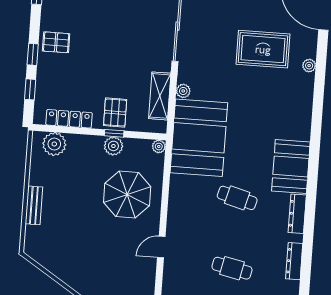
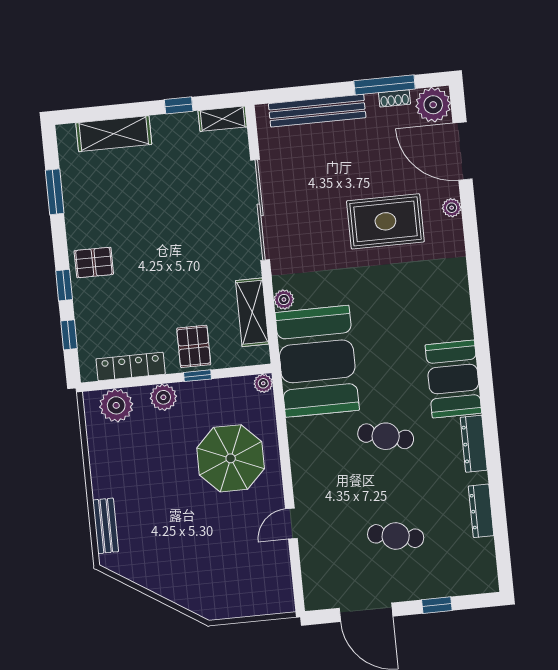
plant: (309, 66) -> (452, 208), moved
plant: (113, 146) -> (163, 397), moved
bench: (34, 205) -> (106, 526), moved

